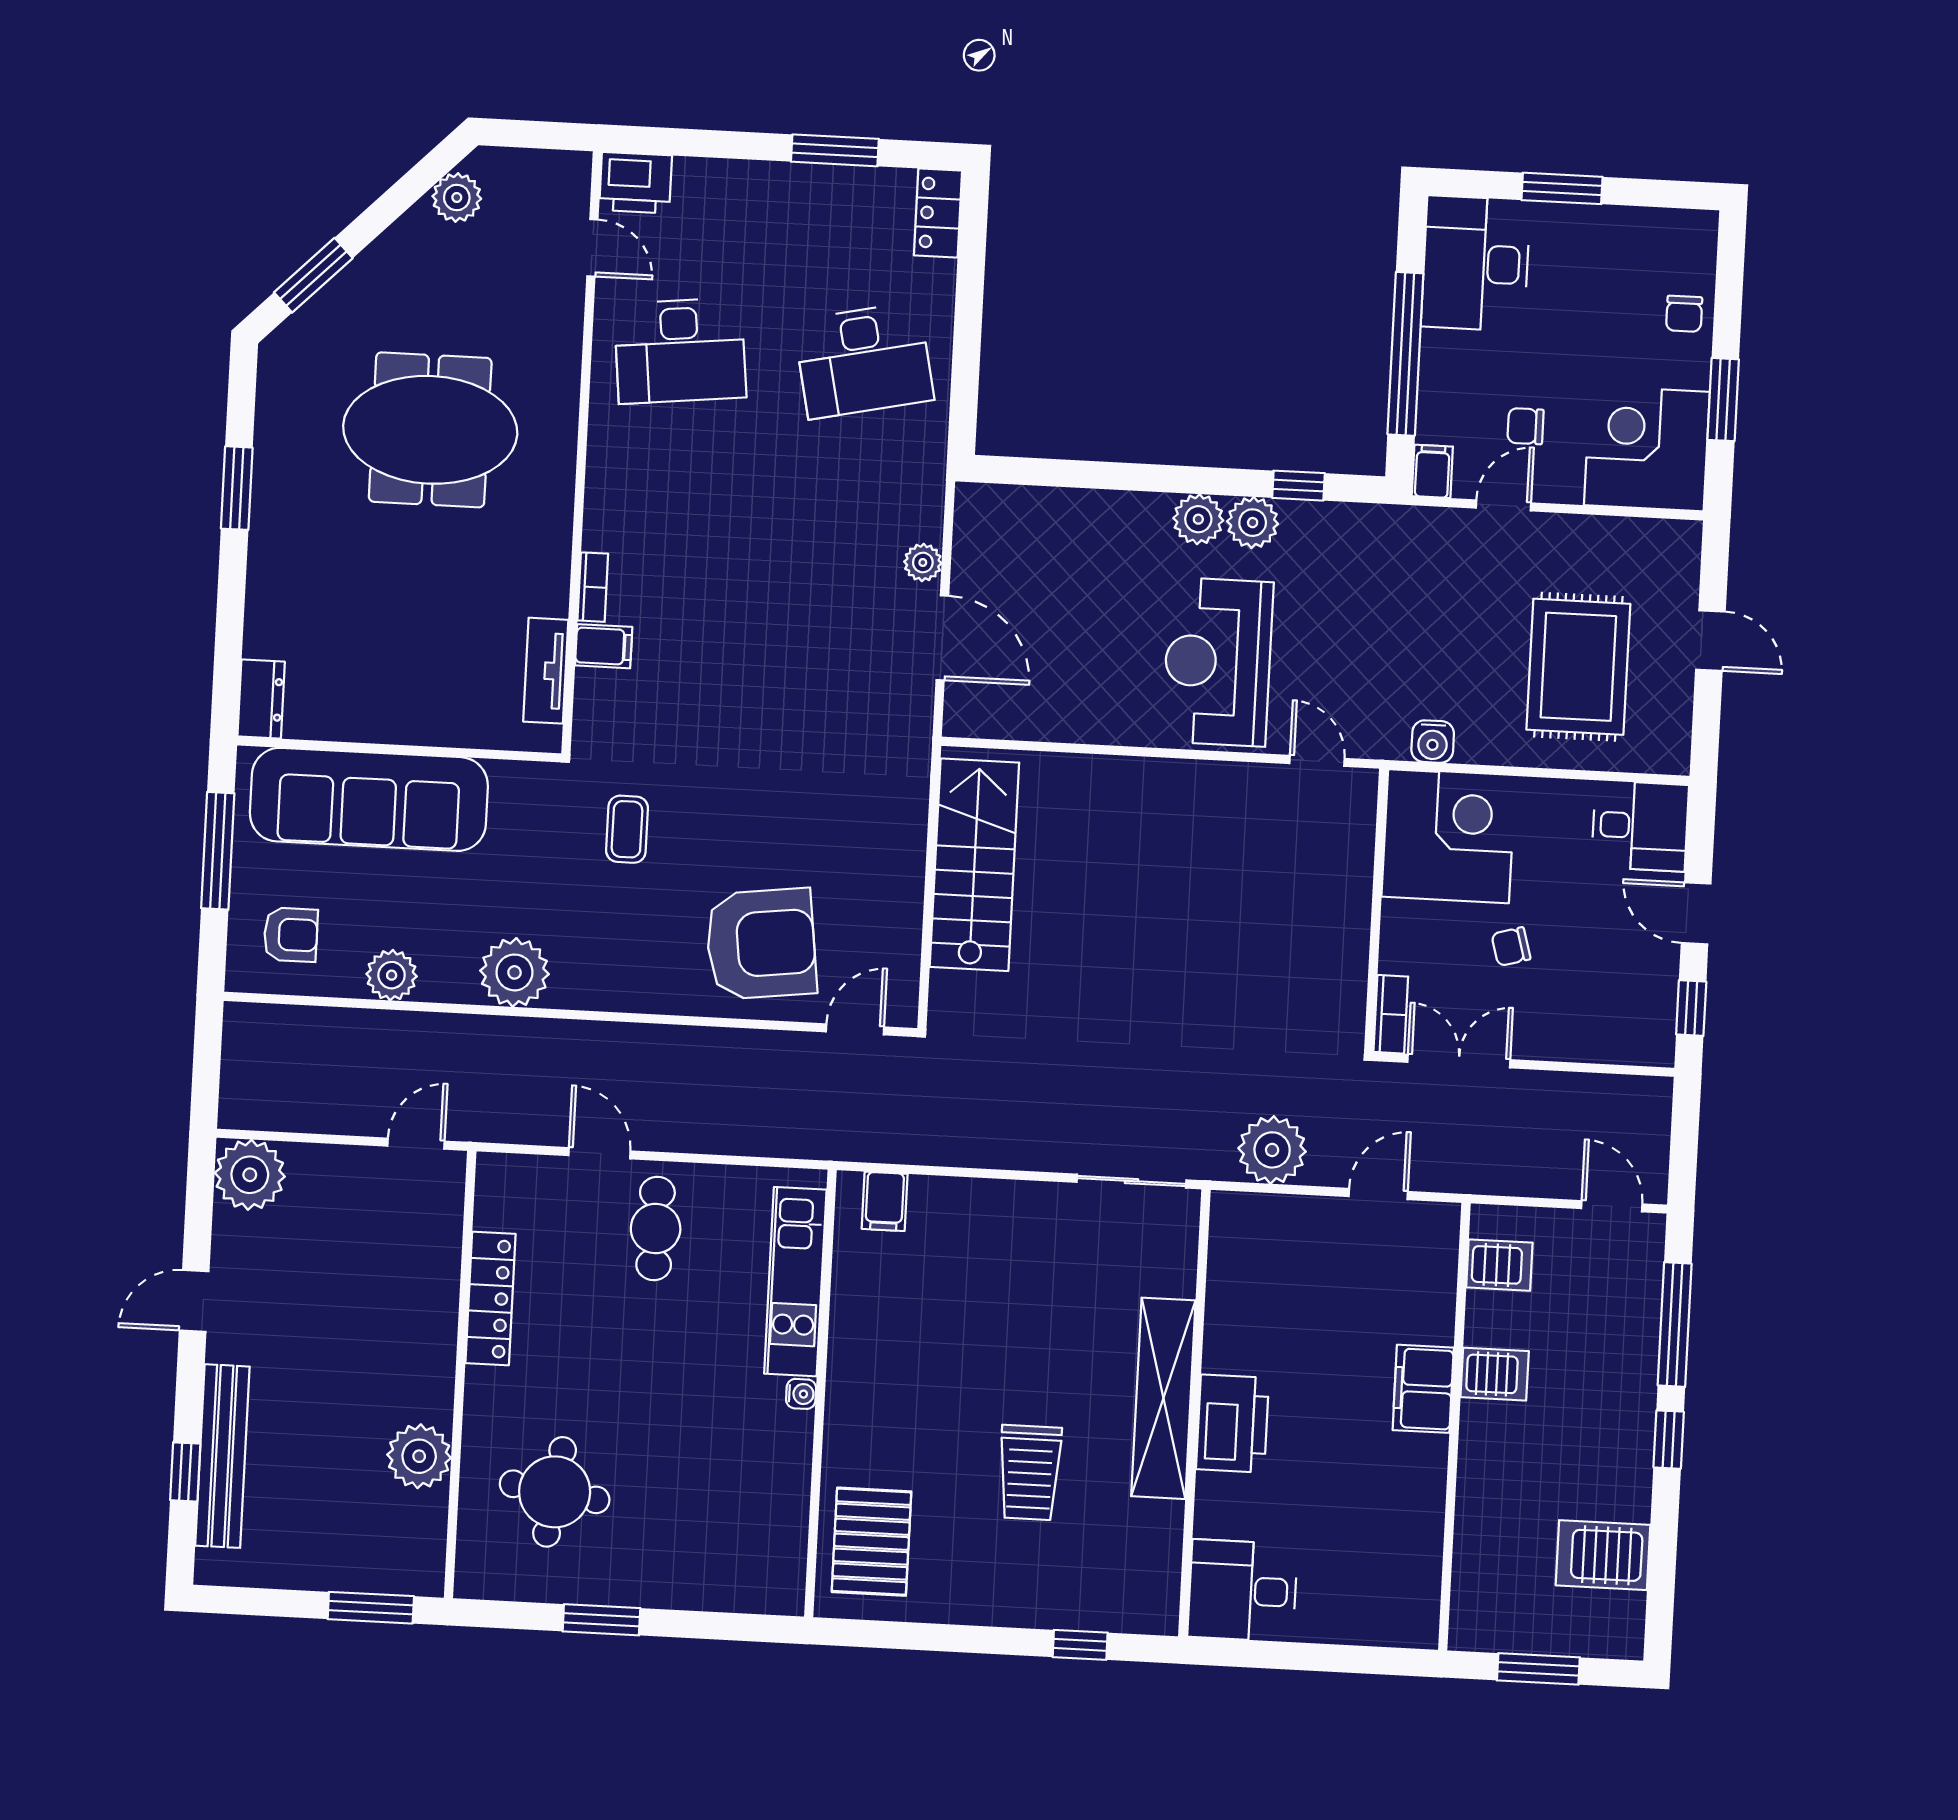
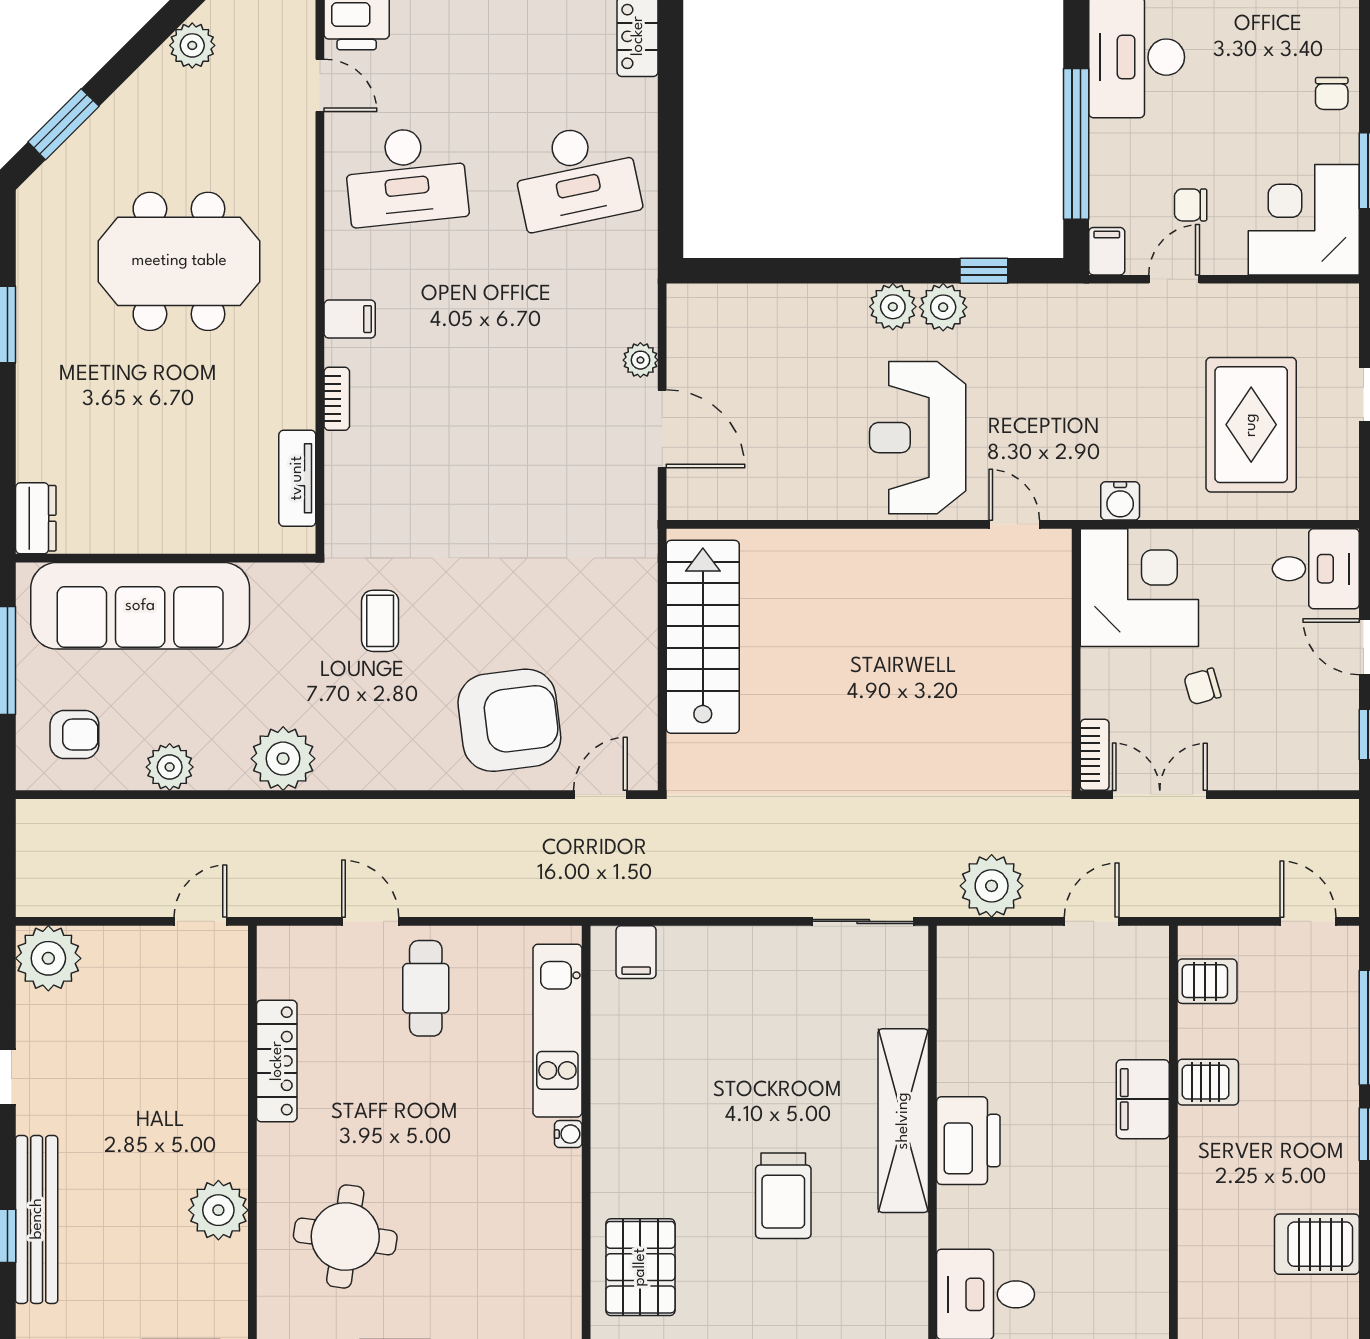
filing cabinet: (604, 646) -> (350, 319), moved

